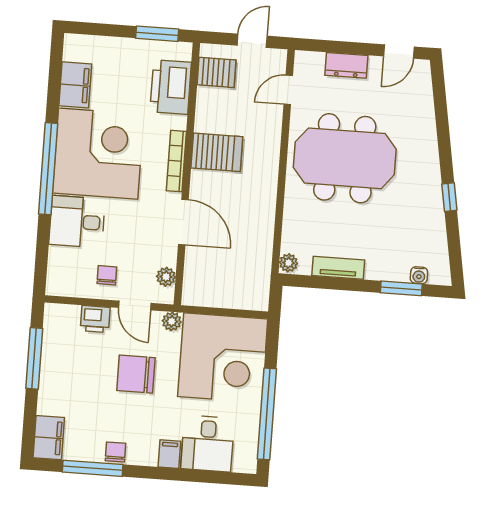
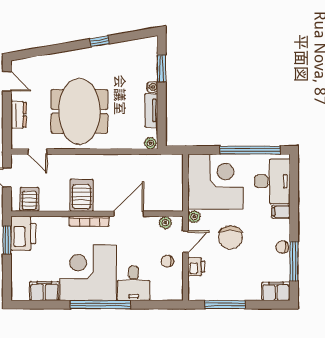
printer: (171, 87) -> (23, 233), moved, turned -90
water cooler: (419, 275) -> (152, 87), moved
desk: (208, 444) -> (272, 181), width x1.37

